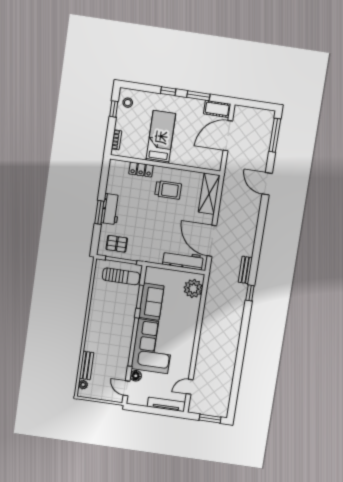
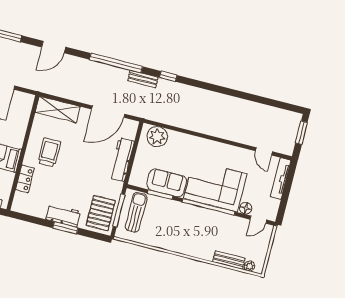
window: (258, 243) -> (116, 63), added
pallet: (117, 244) -> (101, 213), width x1.50, depth x1.42
workbench: (183, 260) -> (122, 160), moved

